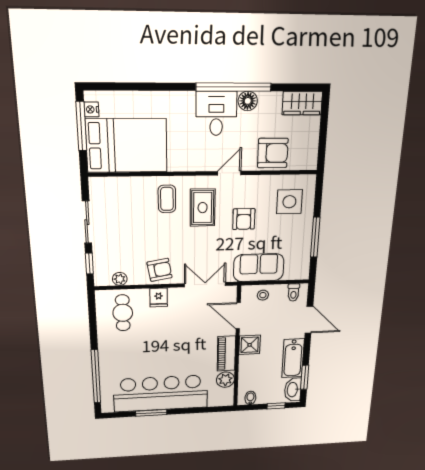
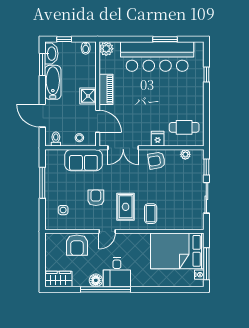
armchair: (273, 153) -> (77, 245), turned -90
side table: (289, 202) -> (63, 210), width x0.54, depth x0.54
cafe table: (123, 313) -> (184, 127), turned 90
window: (96, 377) -> (206, 74), width x0.32
plant: (225, 380) -> (106, 49), moved

